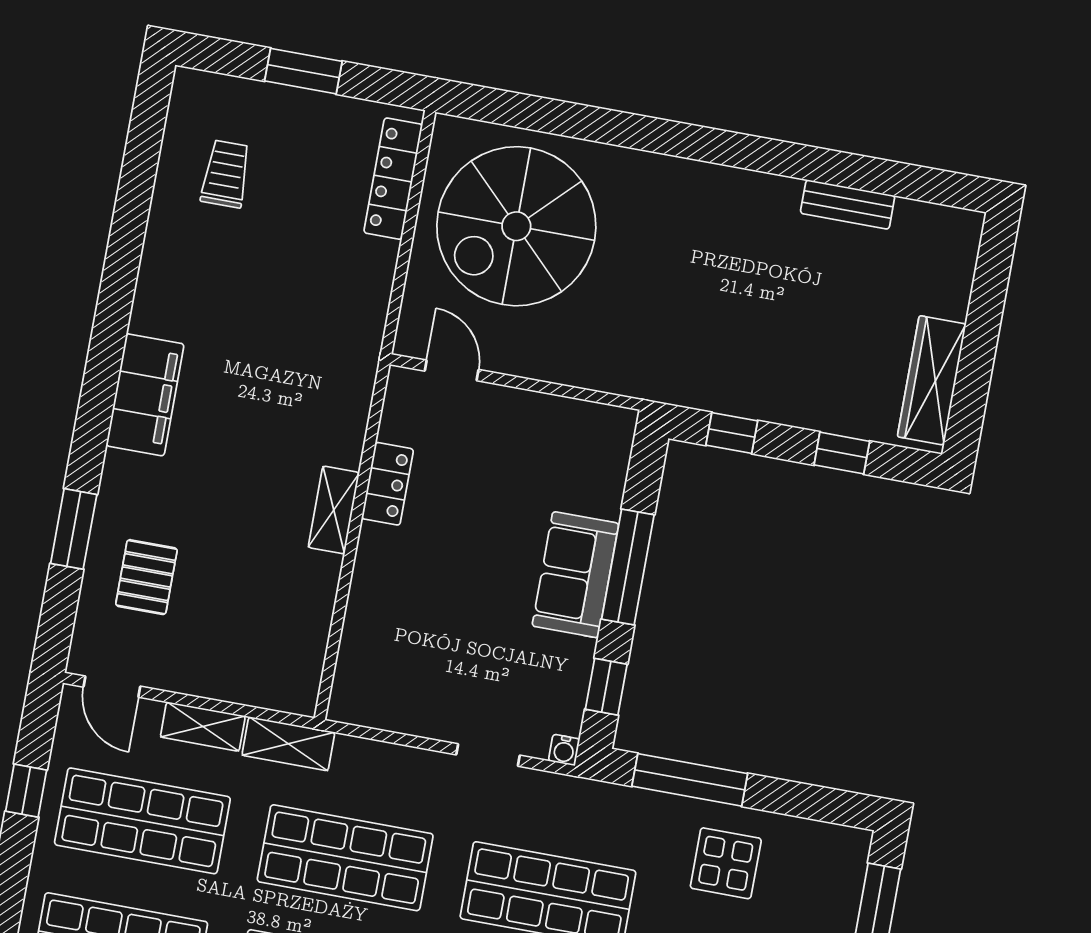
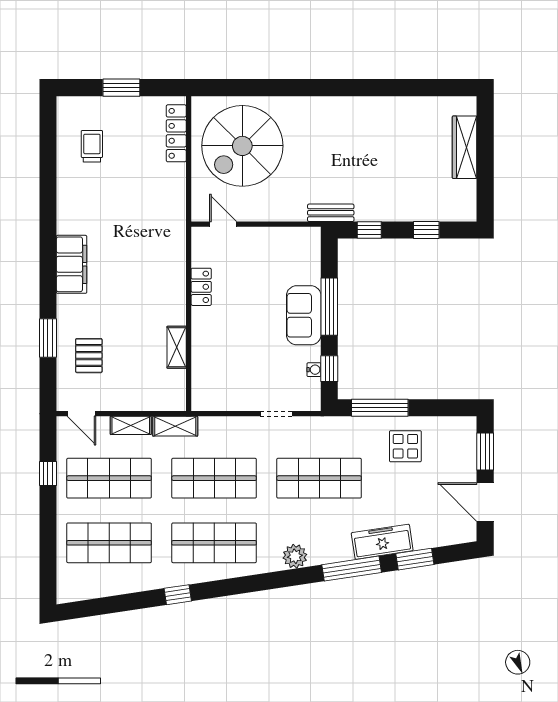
bench: (848, 204) -> (331, 213), moved
wardrobe: (932, 380) -> (465, 147), moved
shelving: (334, 510) -> (177, 347), moved
water cooler: (564, 750) -> (314, 370), moved, turned -90

